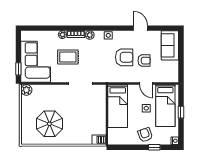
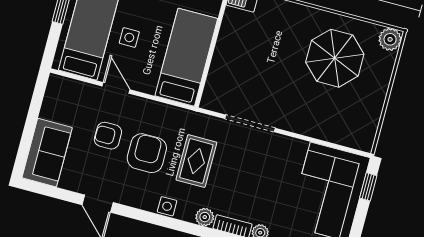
rug: (68, 57) -> (196, 161), moved, turned 90
armchair: (124, 57) -> (147, 153), turned 90
plant: (26, 90) -> (390, 39), moved

